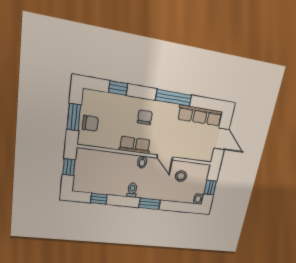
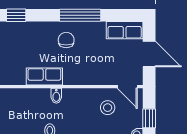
row of seats: (200, 115) -> (125, 30), width x0.68
chair: (145, 117) -> (66, 40), moved
door: (165, 157) -> (127, 87), moved

